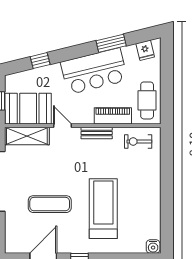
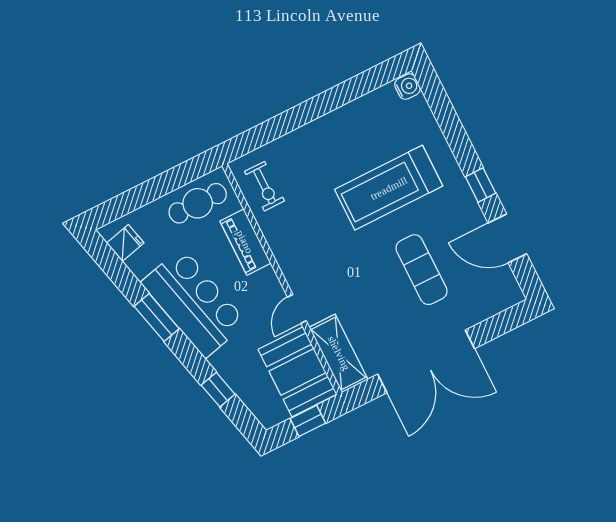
window: (111, 43) -> (157, 317), moved
bench: (97, 133) -> (283, 253), removed

